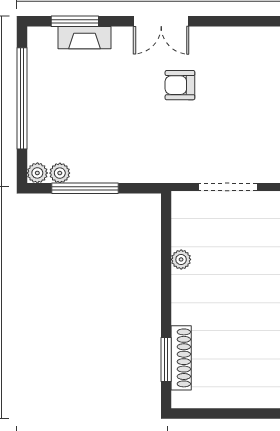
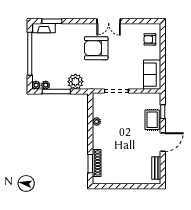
double door: (161, 21) -> (109, 21), moved
fireplace: (84, 38) -> (44, 28), moved
armchair: (180, 85) -> (96, 48), width x1.88, depth x1.88
plant: (131, 165) -> (75, 82), added

